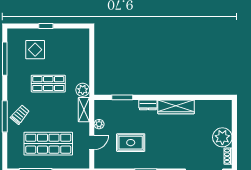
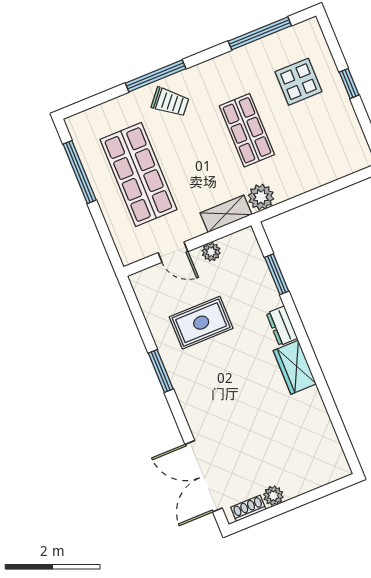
wardrobe: (176, 107) -> (295, 367), width x0.67
plant: (222, 137) -> (273, 496), width x0.53, depth x0.53
rug: (131, 143) -> (201, 323), turned 90

